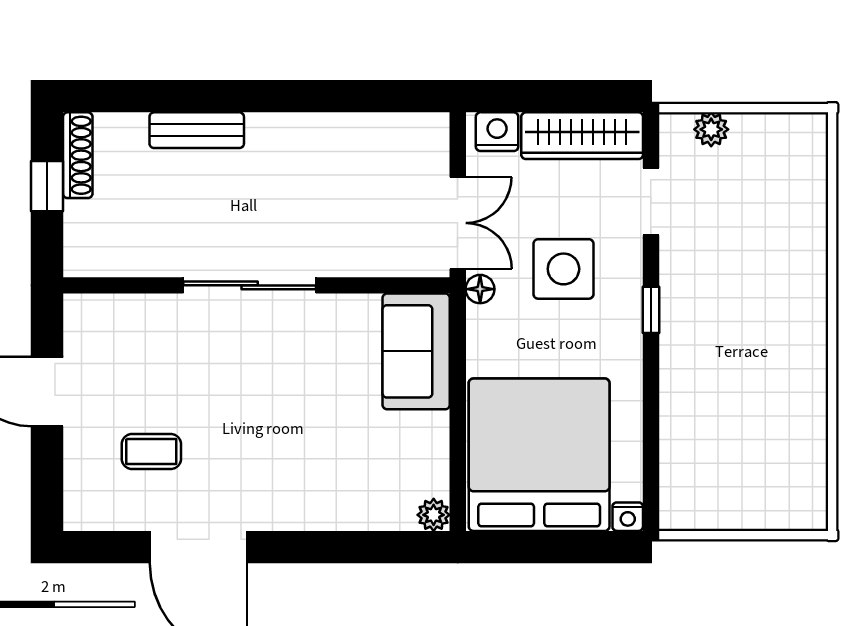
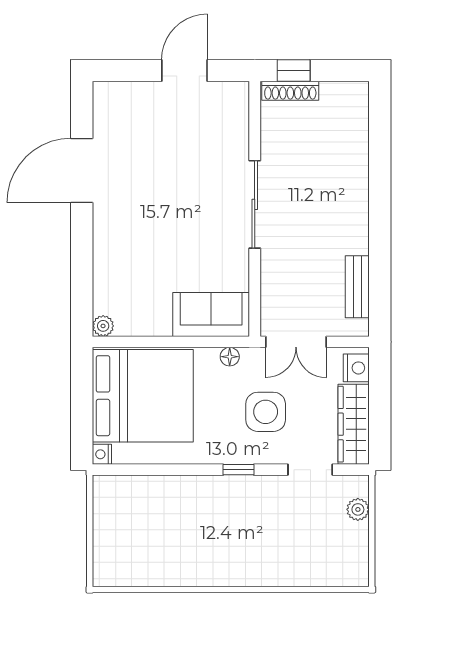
bench: (197, 130) -> (357, 287), moved
shoe rack: (78, 155) -> (290, 91), moved
window: (47, 186) -> (294, 70), moved
floor lamp: (480, 289) -> (230, 357), moved
coffee table: (151, 452) -> (145, 139), removed

